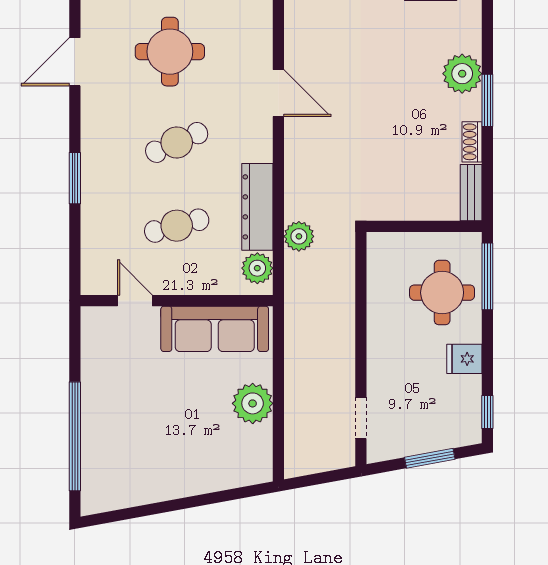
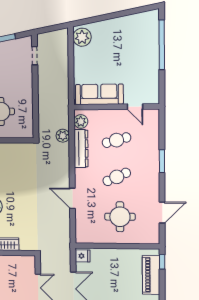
plant: (253, 403) -> (82, 37), moved

